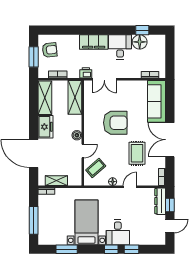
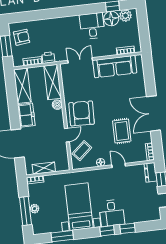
plant: (154, 41) -> (125, 16), added
filing cabinet: (94, 42) -> (65, 24), removed
printer: (86, 73) -> (48, 58), moved
double door: (104, 79) -> (80, 60), swing flipped
sofa: (157, 101) -> (115, 67), moved, turned -90
armchair: (115, 123) -> (82, 113), moved, turned -88
boiler: (77, 135) -> (57, 105), moved
door: (130, 187) -> (119, 165), hinge flipped
dresser: (160, 201) -> (150, 172), width x0.70
plant: (43, 219) -> (34, 209), added

